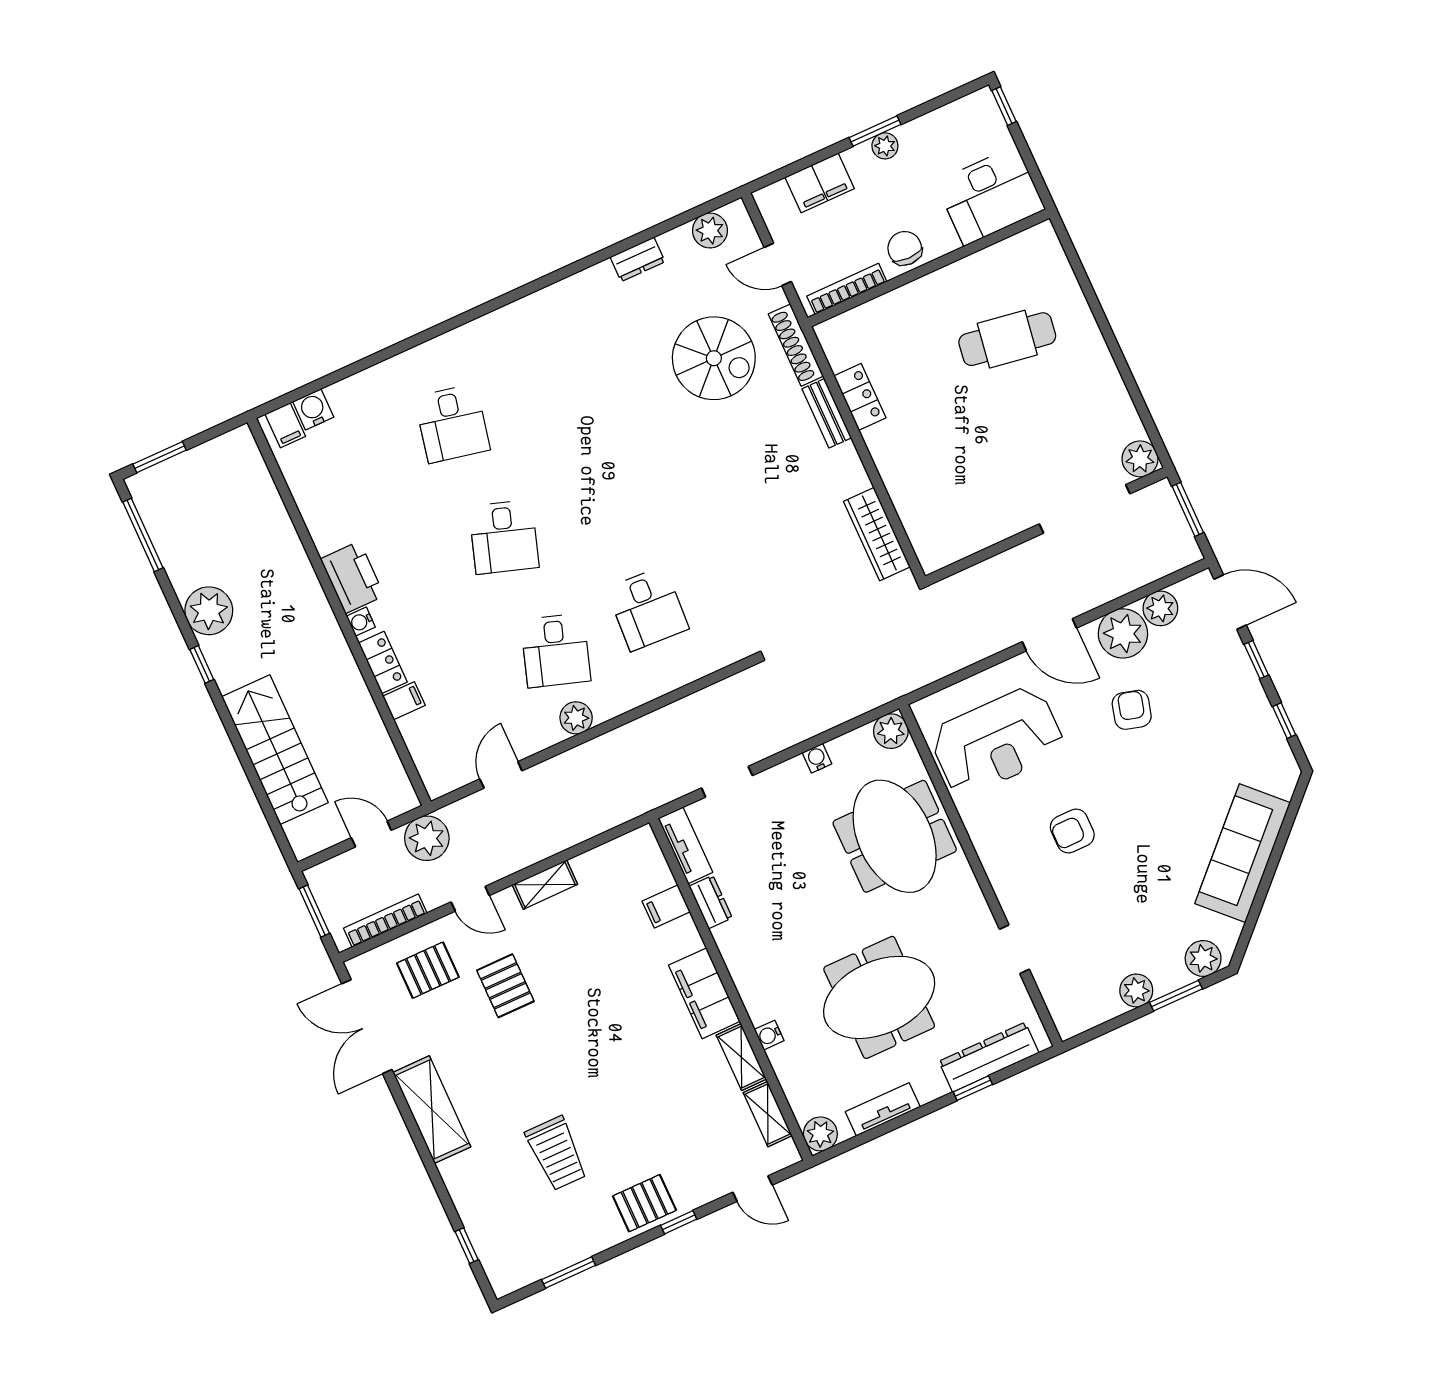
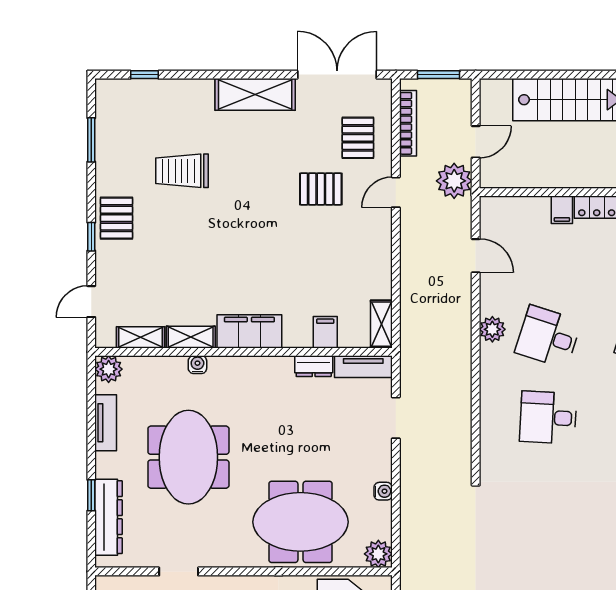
shelving: (545, 885) -> (381, 324), moved

